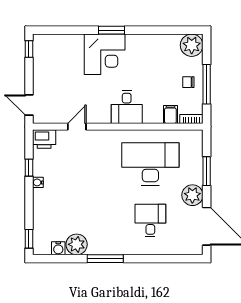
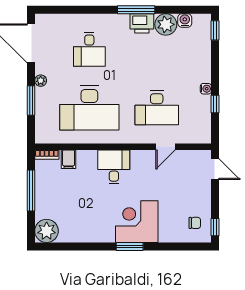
chair: (188, 82) -> (195, 223), moved
printer: (44, 139) -> (142, 23), moved, turned 180
desk: (85, 164) -> (157, 108), added
plant: (192, 195) -> (41, 81), width x0.53, depth x0.53

